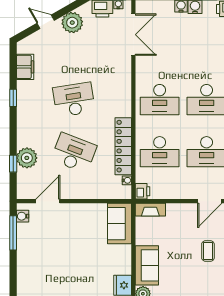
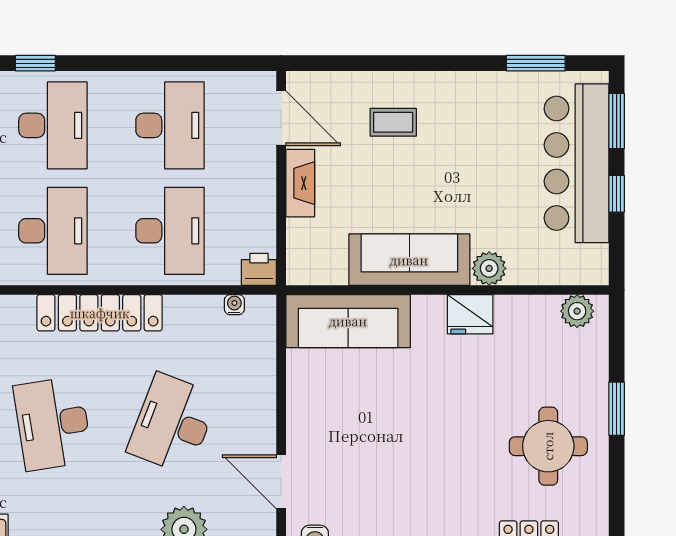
locker: (123, 146) -> (100, 313), moved
fireplace: (150, 210) -> (300, 183), moved
sofa: (119, 224) -> (348, 321), width x1.36
sofa: (147, 265) -> (409, 260), width x1.36

